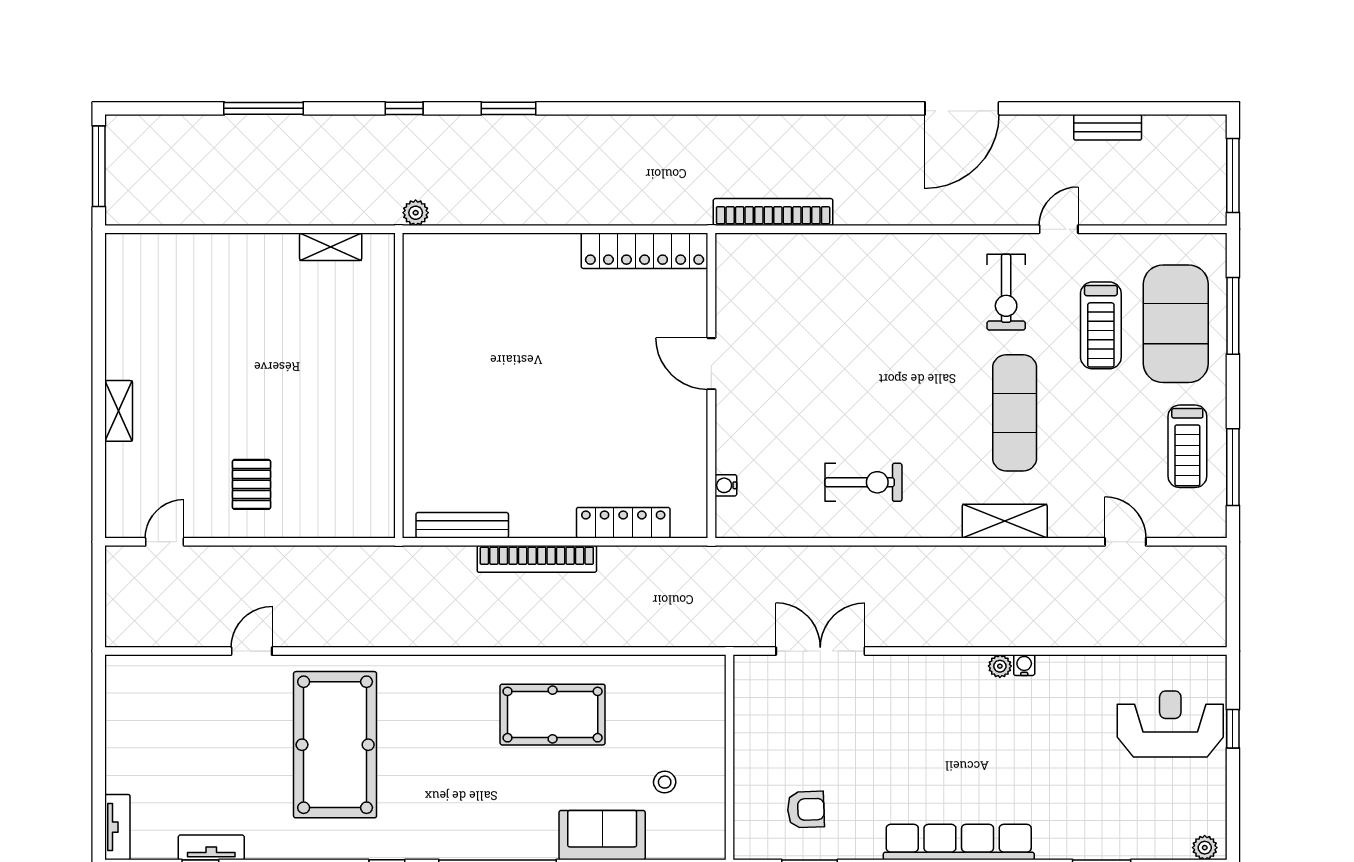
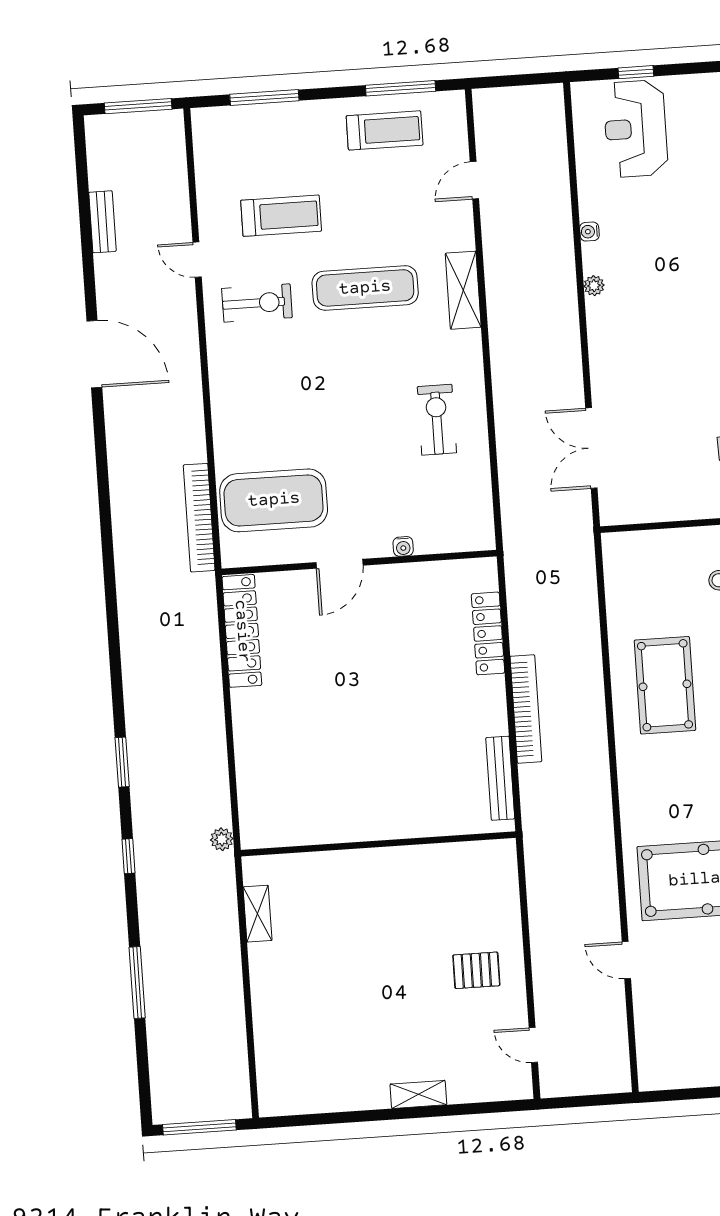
exercise mat: (1176, 324) -> (274, 500), moved
water cooler: (726, 485) -> (403, 546), moved
water cooler: (1024, 665) -> (589, 232), moved

